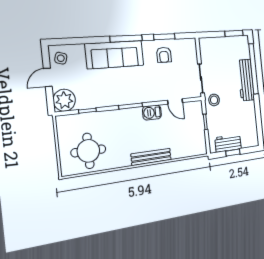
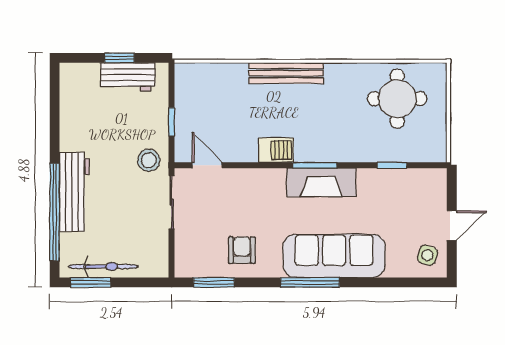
window: (164, 37) -> (214, 282), moved
bicycle: (229, 42) -> (103, 267), added
fireplace: (126, 97) -> (321, 182), added
plant: (64, 100) -> (429, 186), removed
door: (175, 101) -> (207, 165), moved

